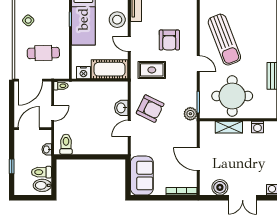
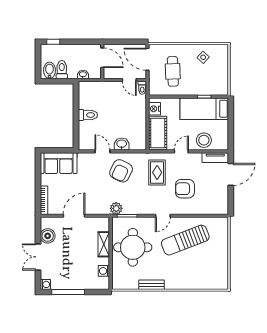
door: (53, 113) -> (129, 80), moved
toilet: (66, 144) -> (88, 115), moved
window: (12, 166) -> (53, 42), moved

